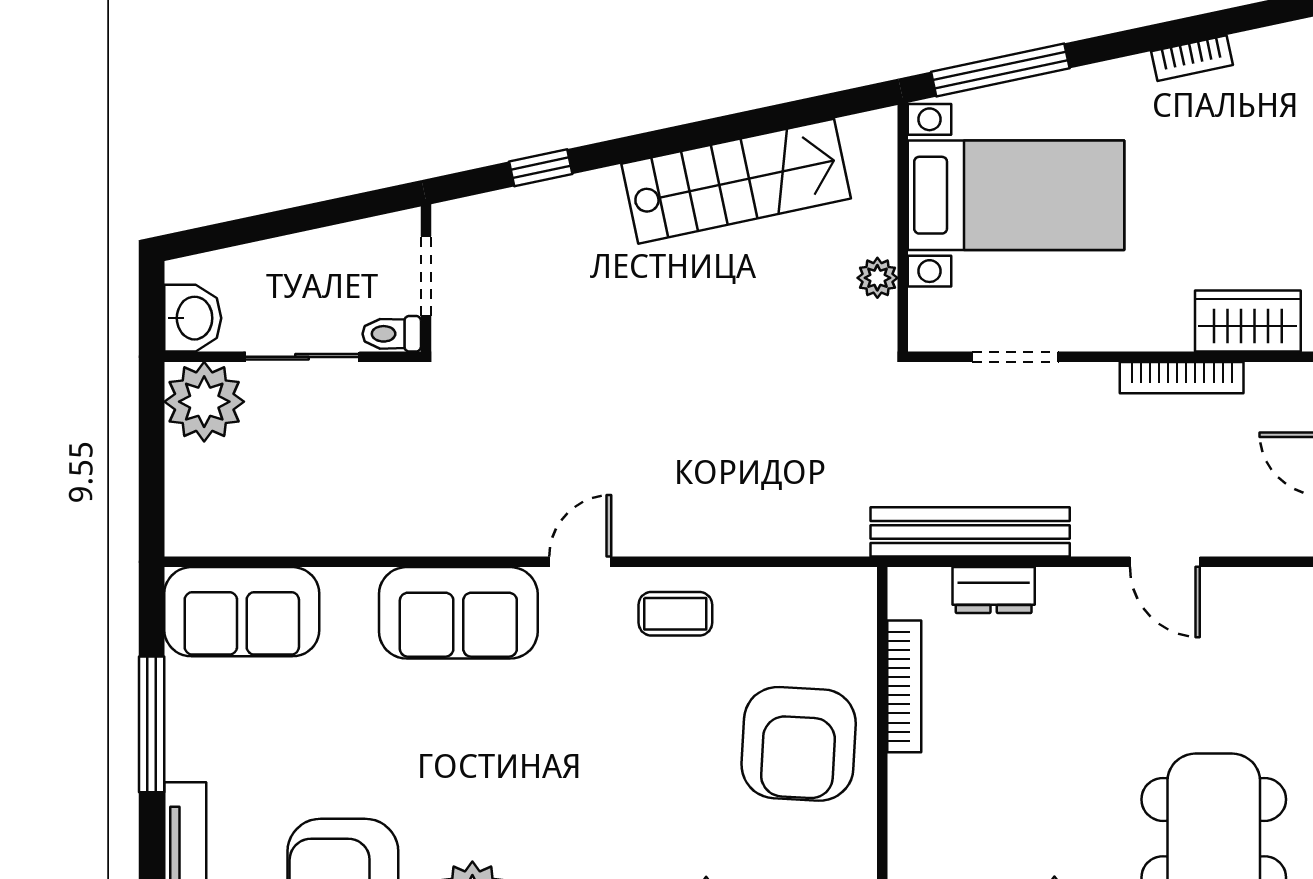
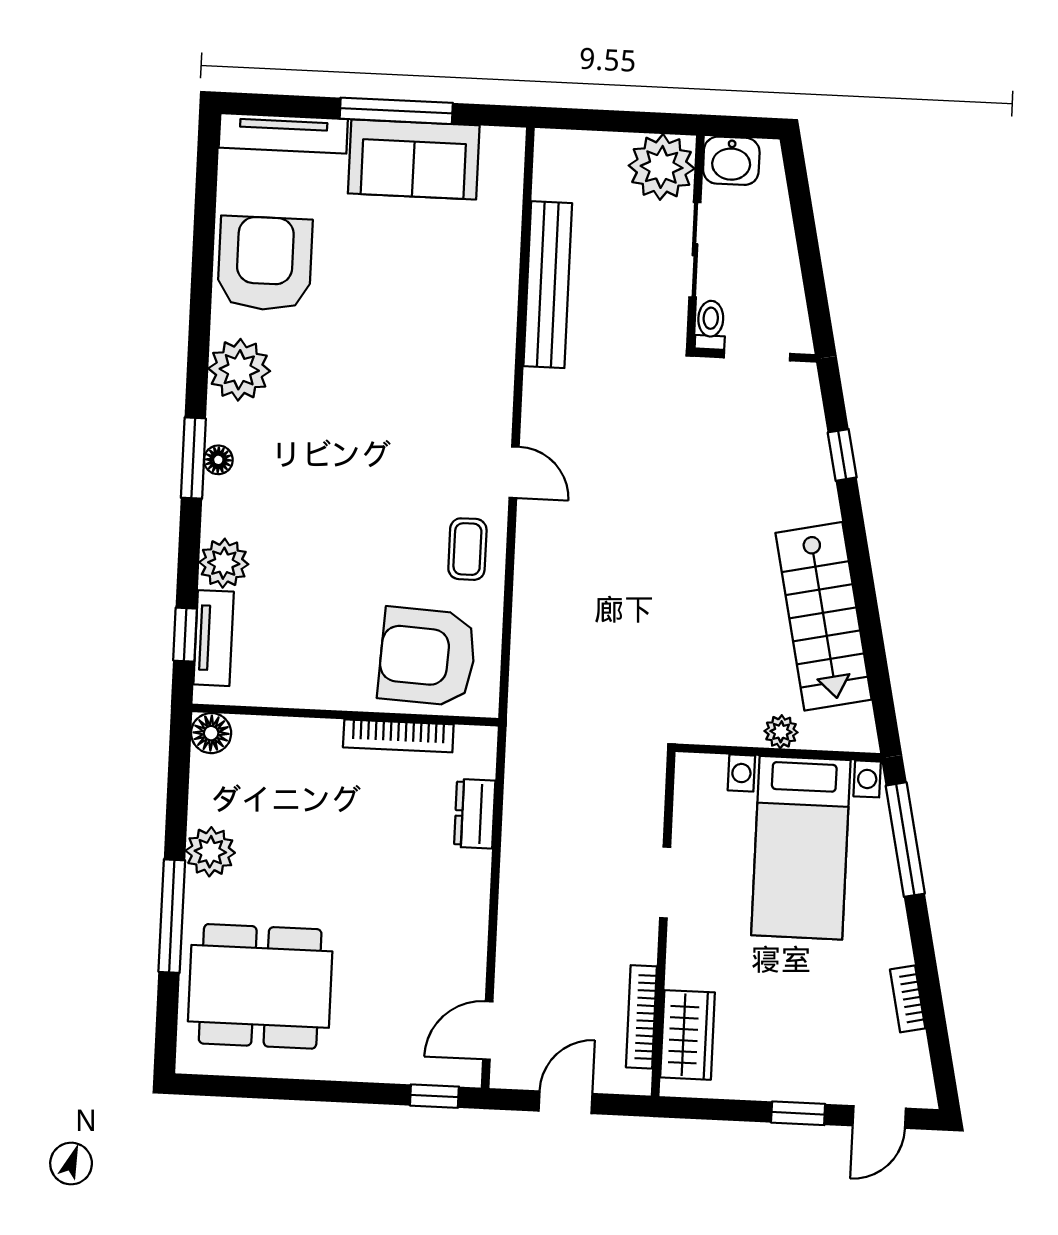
plant: (877, 278) -> (781, 732), moved
doorway: (1015, 357) -> (665, 882), moved
bookcase: (1182, 378) -> (641, 1017), moved
bench: (970, 532) -> (548, 285), moved
door: (1165, 562) -> (488, 1030), moved
sofa: (242, 612) -> (414, 159), moved, turned -90
sofa: (458, 613) -> (477, 369), removed
armchair: (799, 744) -> (427, 657), moved

